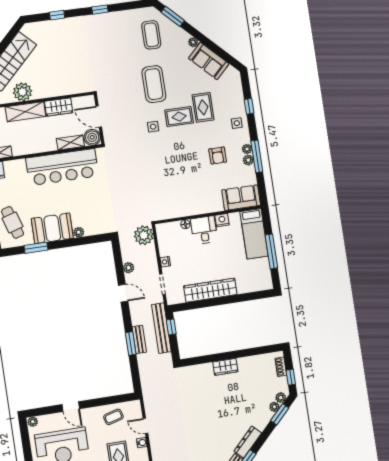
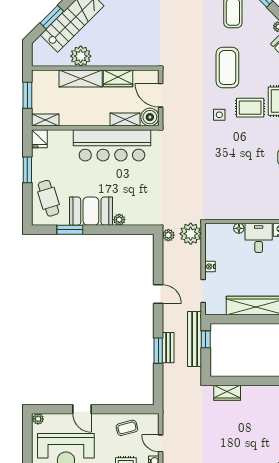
plant: (129, 268) -> (168, 235), moved
wardrobe: (225, 367) -> (227, 393), moved

